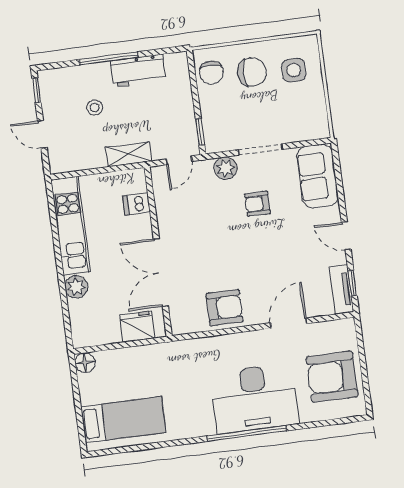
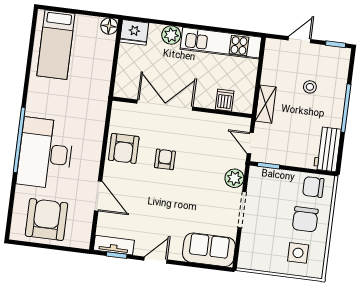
workbench: (138, 71) -> (327, 149), moved
armchair: (258, 204) -> (165, 159), moved
fridge: (137, 327) -> (134, 32), moved, turned 90

